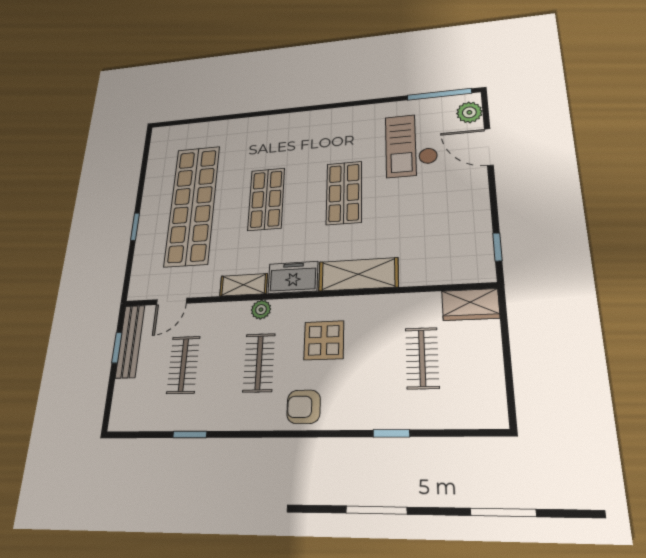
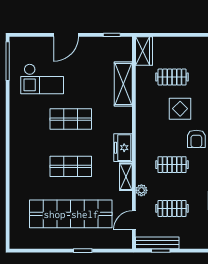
plant: (469, 112) -> (23, 44), removed
door: (489, 147) -> (66, 35), moved
shelving: (358, 274) -> (123, 84), moved
door: (172, 301) -> (134, 220), swing flipped
plant: (261, 310) -> (141, 190), moved
display table: (324, 340) -> (180, 109), moved

